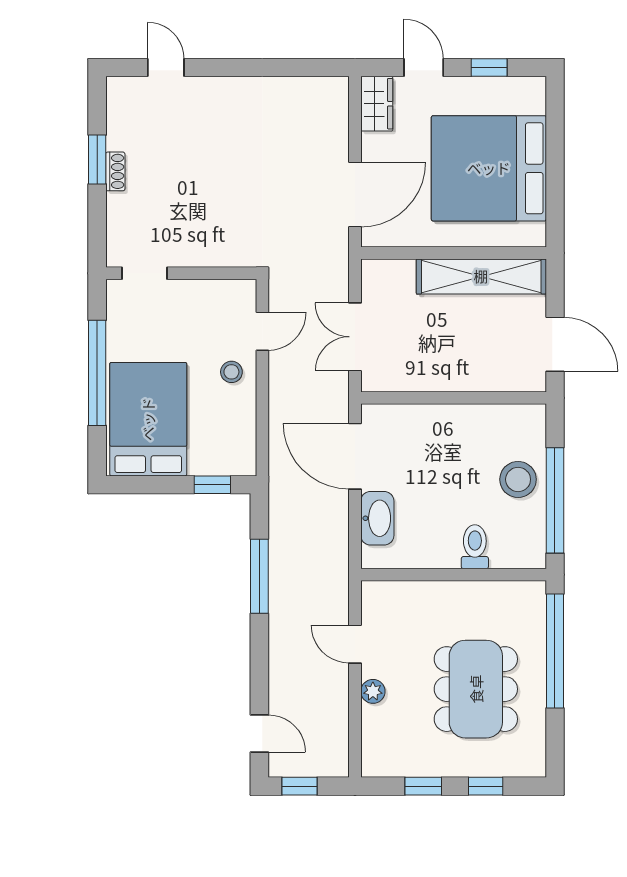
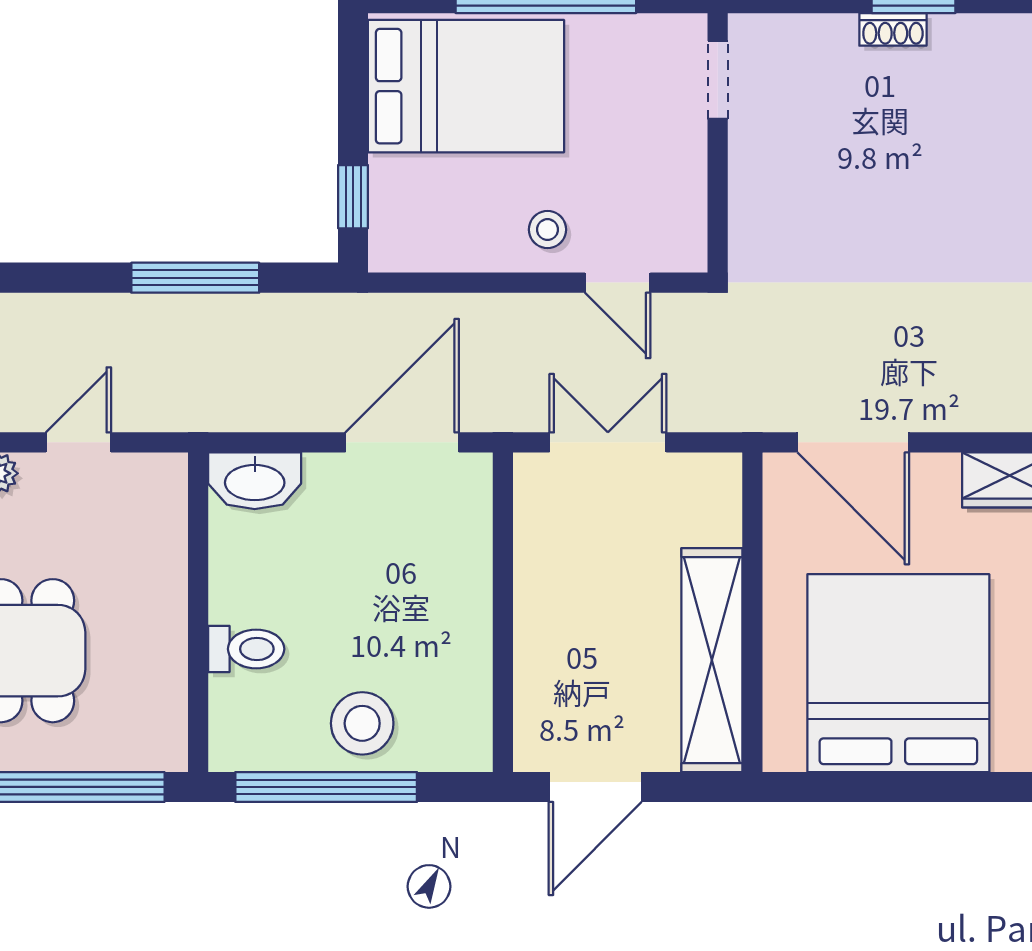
washbasin: (377, 518) -> (255, 481), moved

